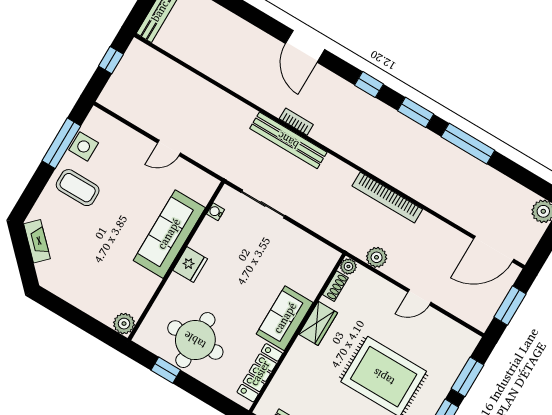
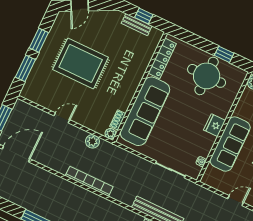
sofa: (285, 318) -> (145, 111), width x1.85, depth x1.27
wardrobe: (318, 323) -> (127, 94), removed

